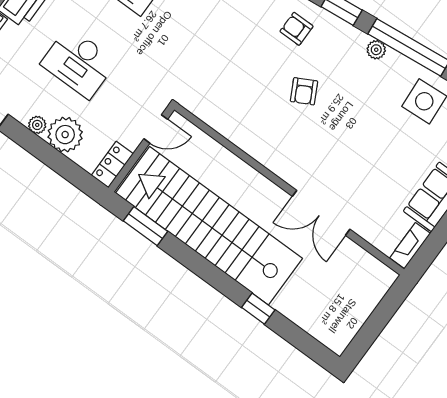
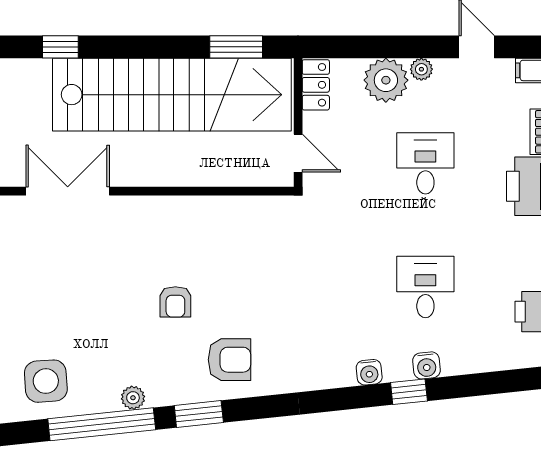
armchair: (296, 29) -> (229, 360), width x1.38, depth x1.38
desk: (79, 63) -> (425, 163), width x0.73
armchair: (304, 91) -> (175, 302), turned -152
door: (156, 129) -> (298, 153), swing flipped

